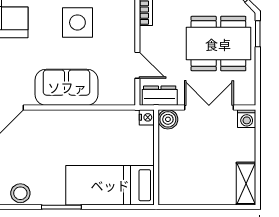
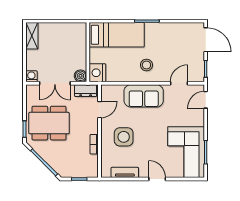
side table: (77, 22) -> (124, 137), moved
door: (137, 65) -> (99, 110), swing flipped
nightstand: (147, 117) -> (97, 73), width x1.89, depth x1.79
stool: (20, 193) -> (146, 65), moved

